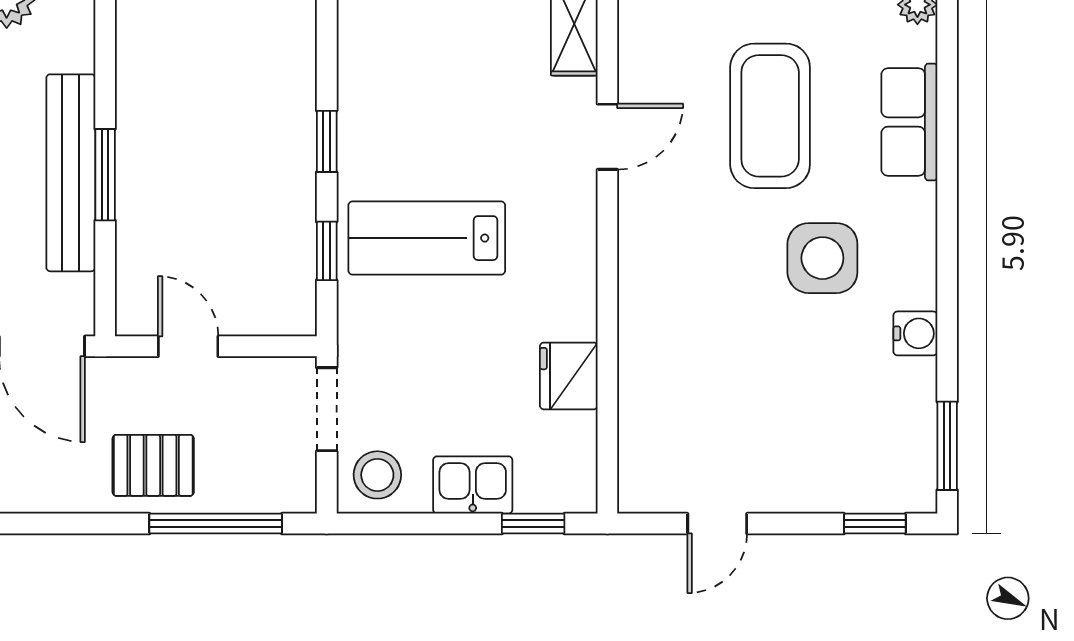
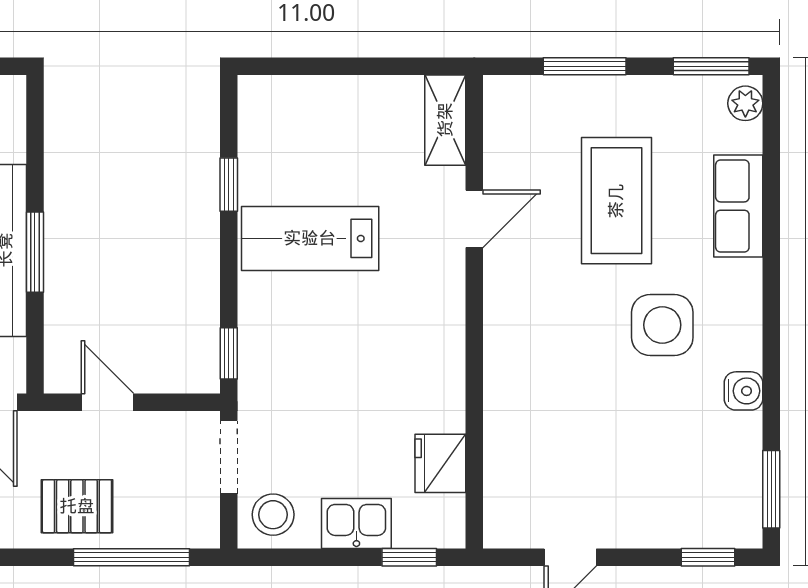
window: (327, 141) -> (229, 185), moved
lab bench: (427, 238) -> (310, 238), moved
window: (327, 251) -> (229, 353), moved
fridge: (569, 376) -> (440, 463), moved

